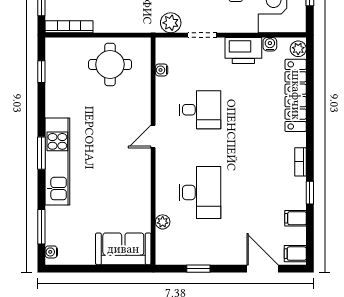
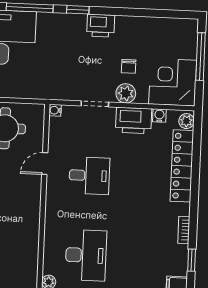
plant: (171, 23) -> (126, 93), moved
water cooler: (162, 70) -> (55, 110), moved
door: (153, 137) -> (45, 163), moved

